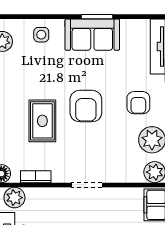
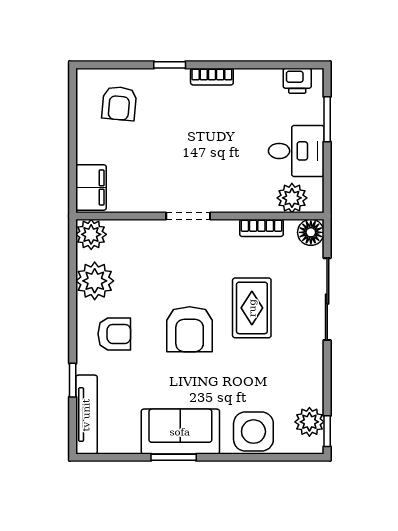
side table: (41, 35) -> (253, 432), width x1.87, depth x1.87
armchair: (138, 103) -> (114, 334), turned 90
armchair: (86, 106) -> (190, 329), turned 180

